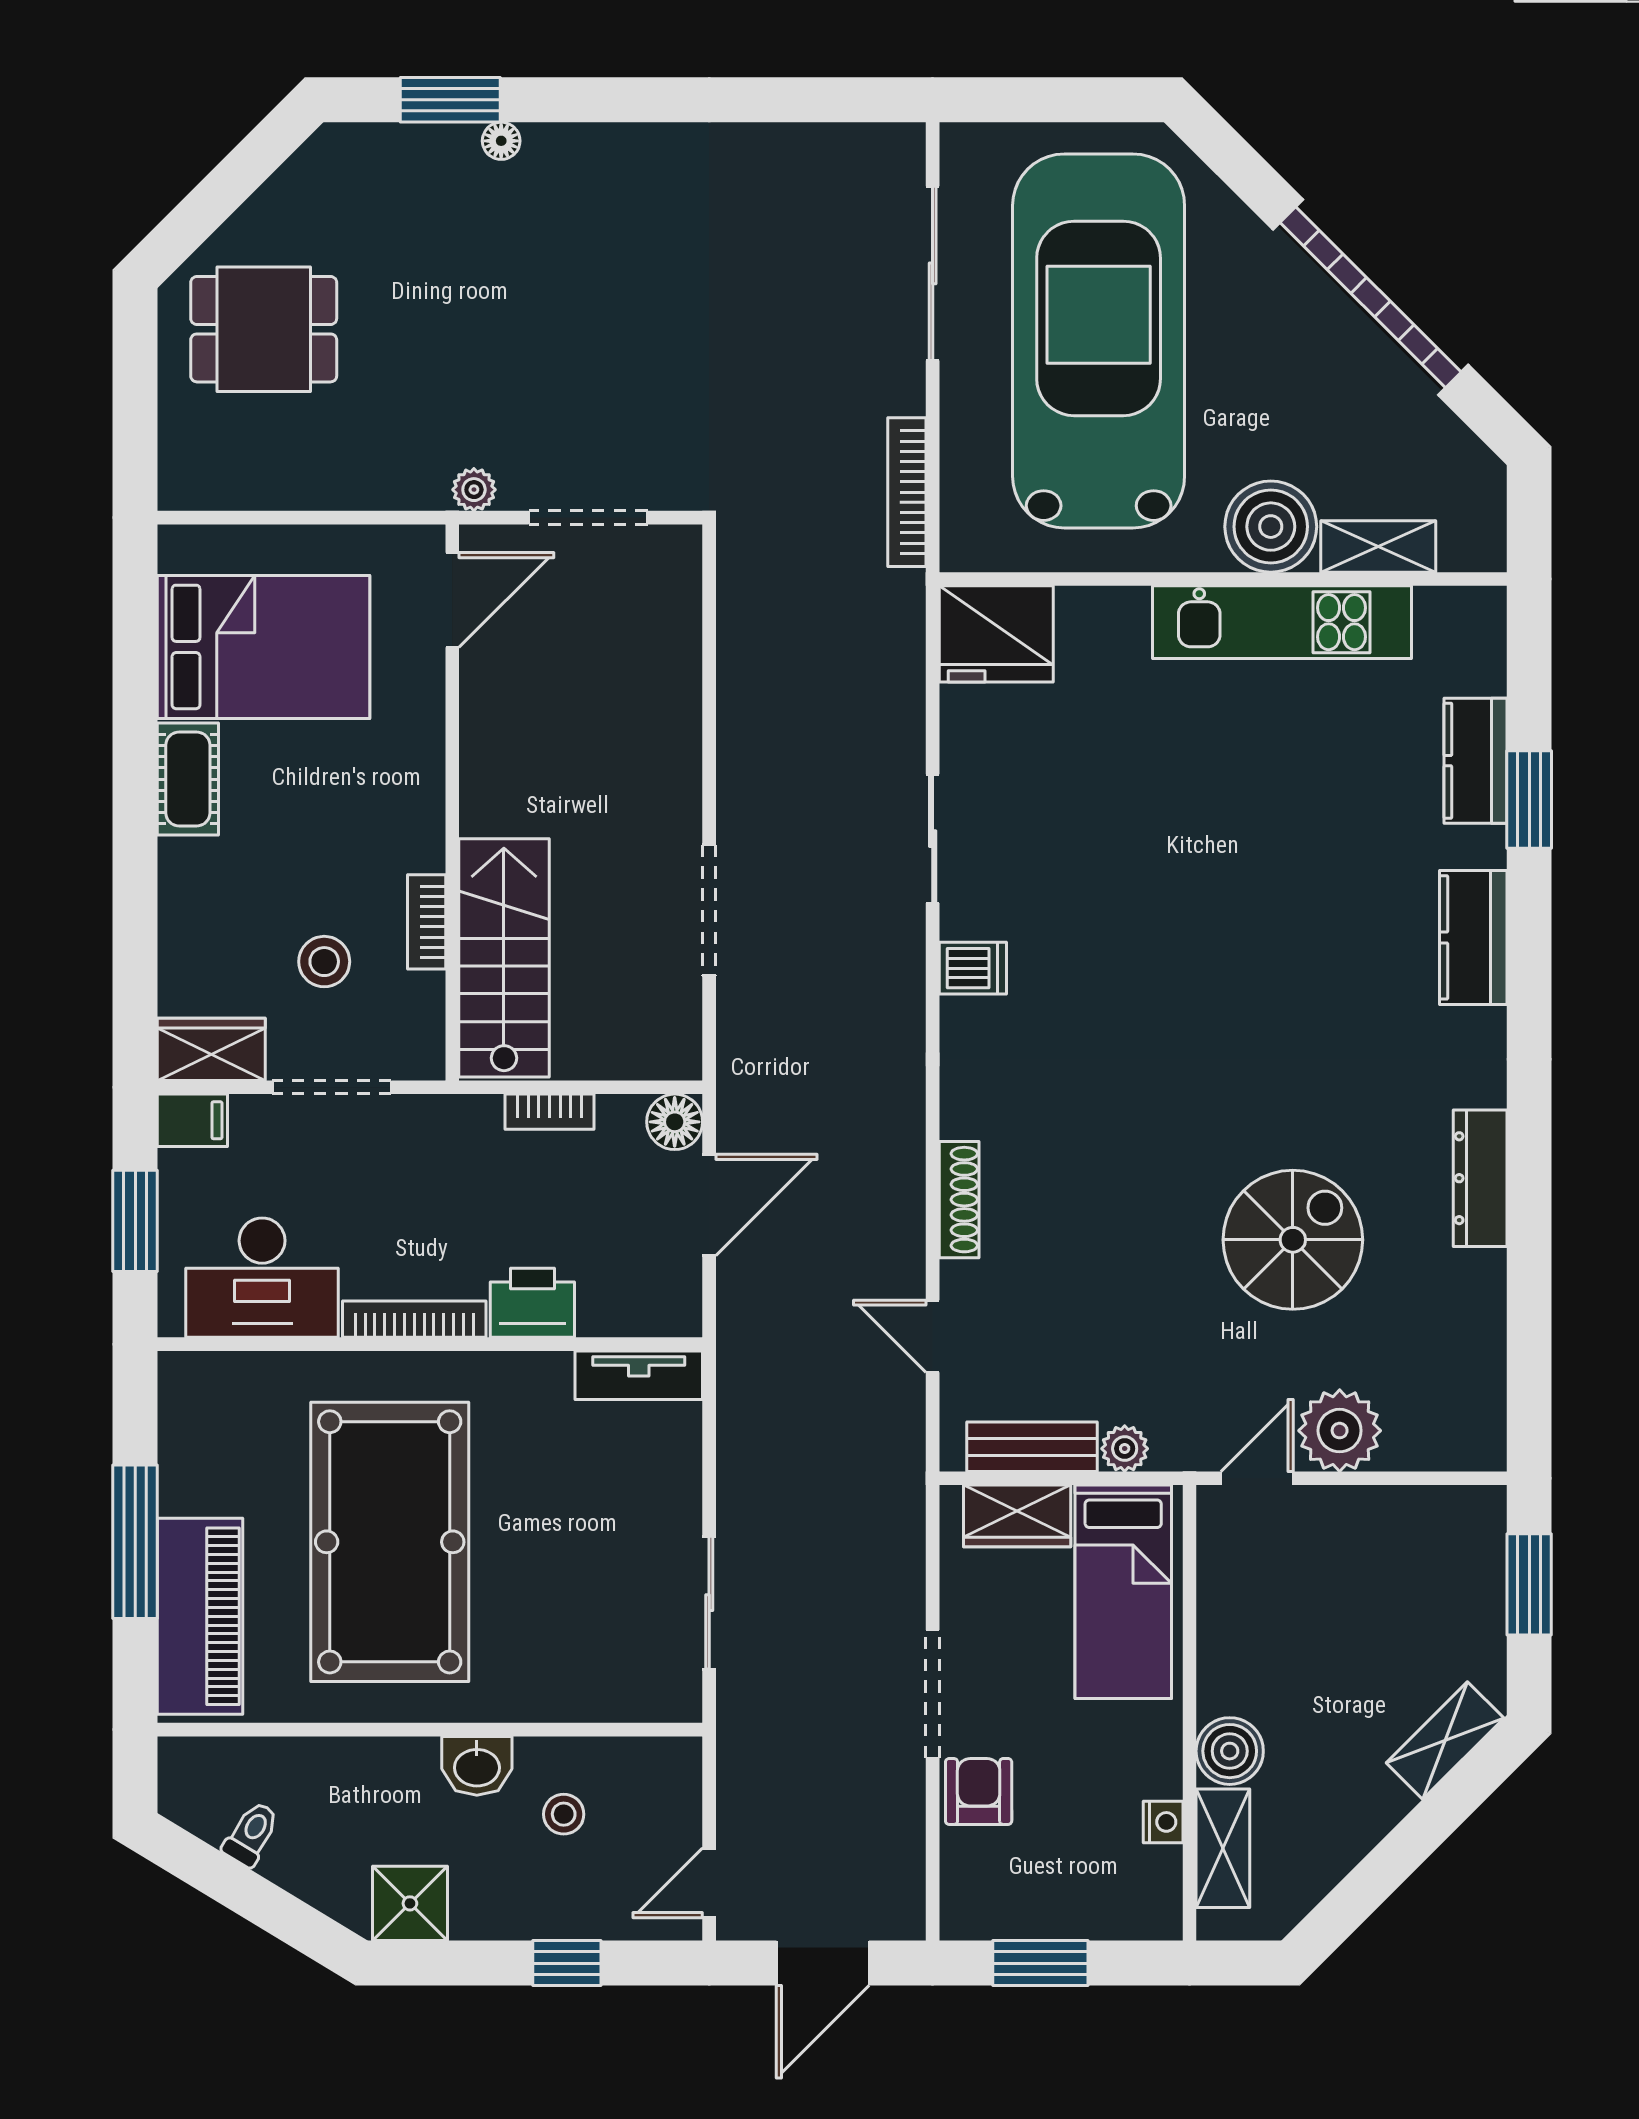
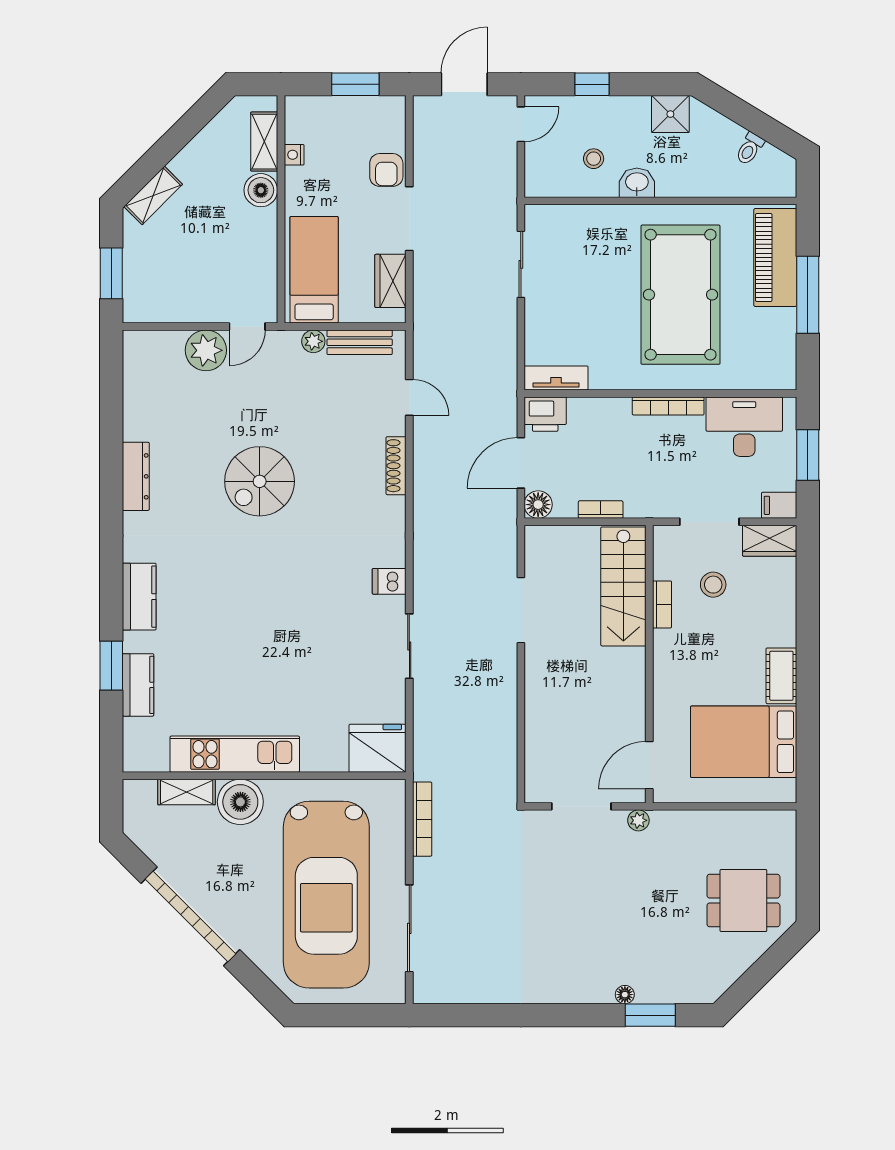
spiral stairs: (1293, 1240) -> (260, 481), moved
printer: (532, 1303) -> (545, 414), moved
wardrobe: (1017, 1516) -> (390, 281), moved, turned -90

